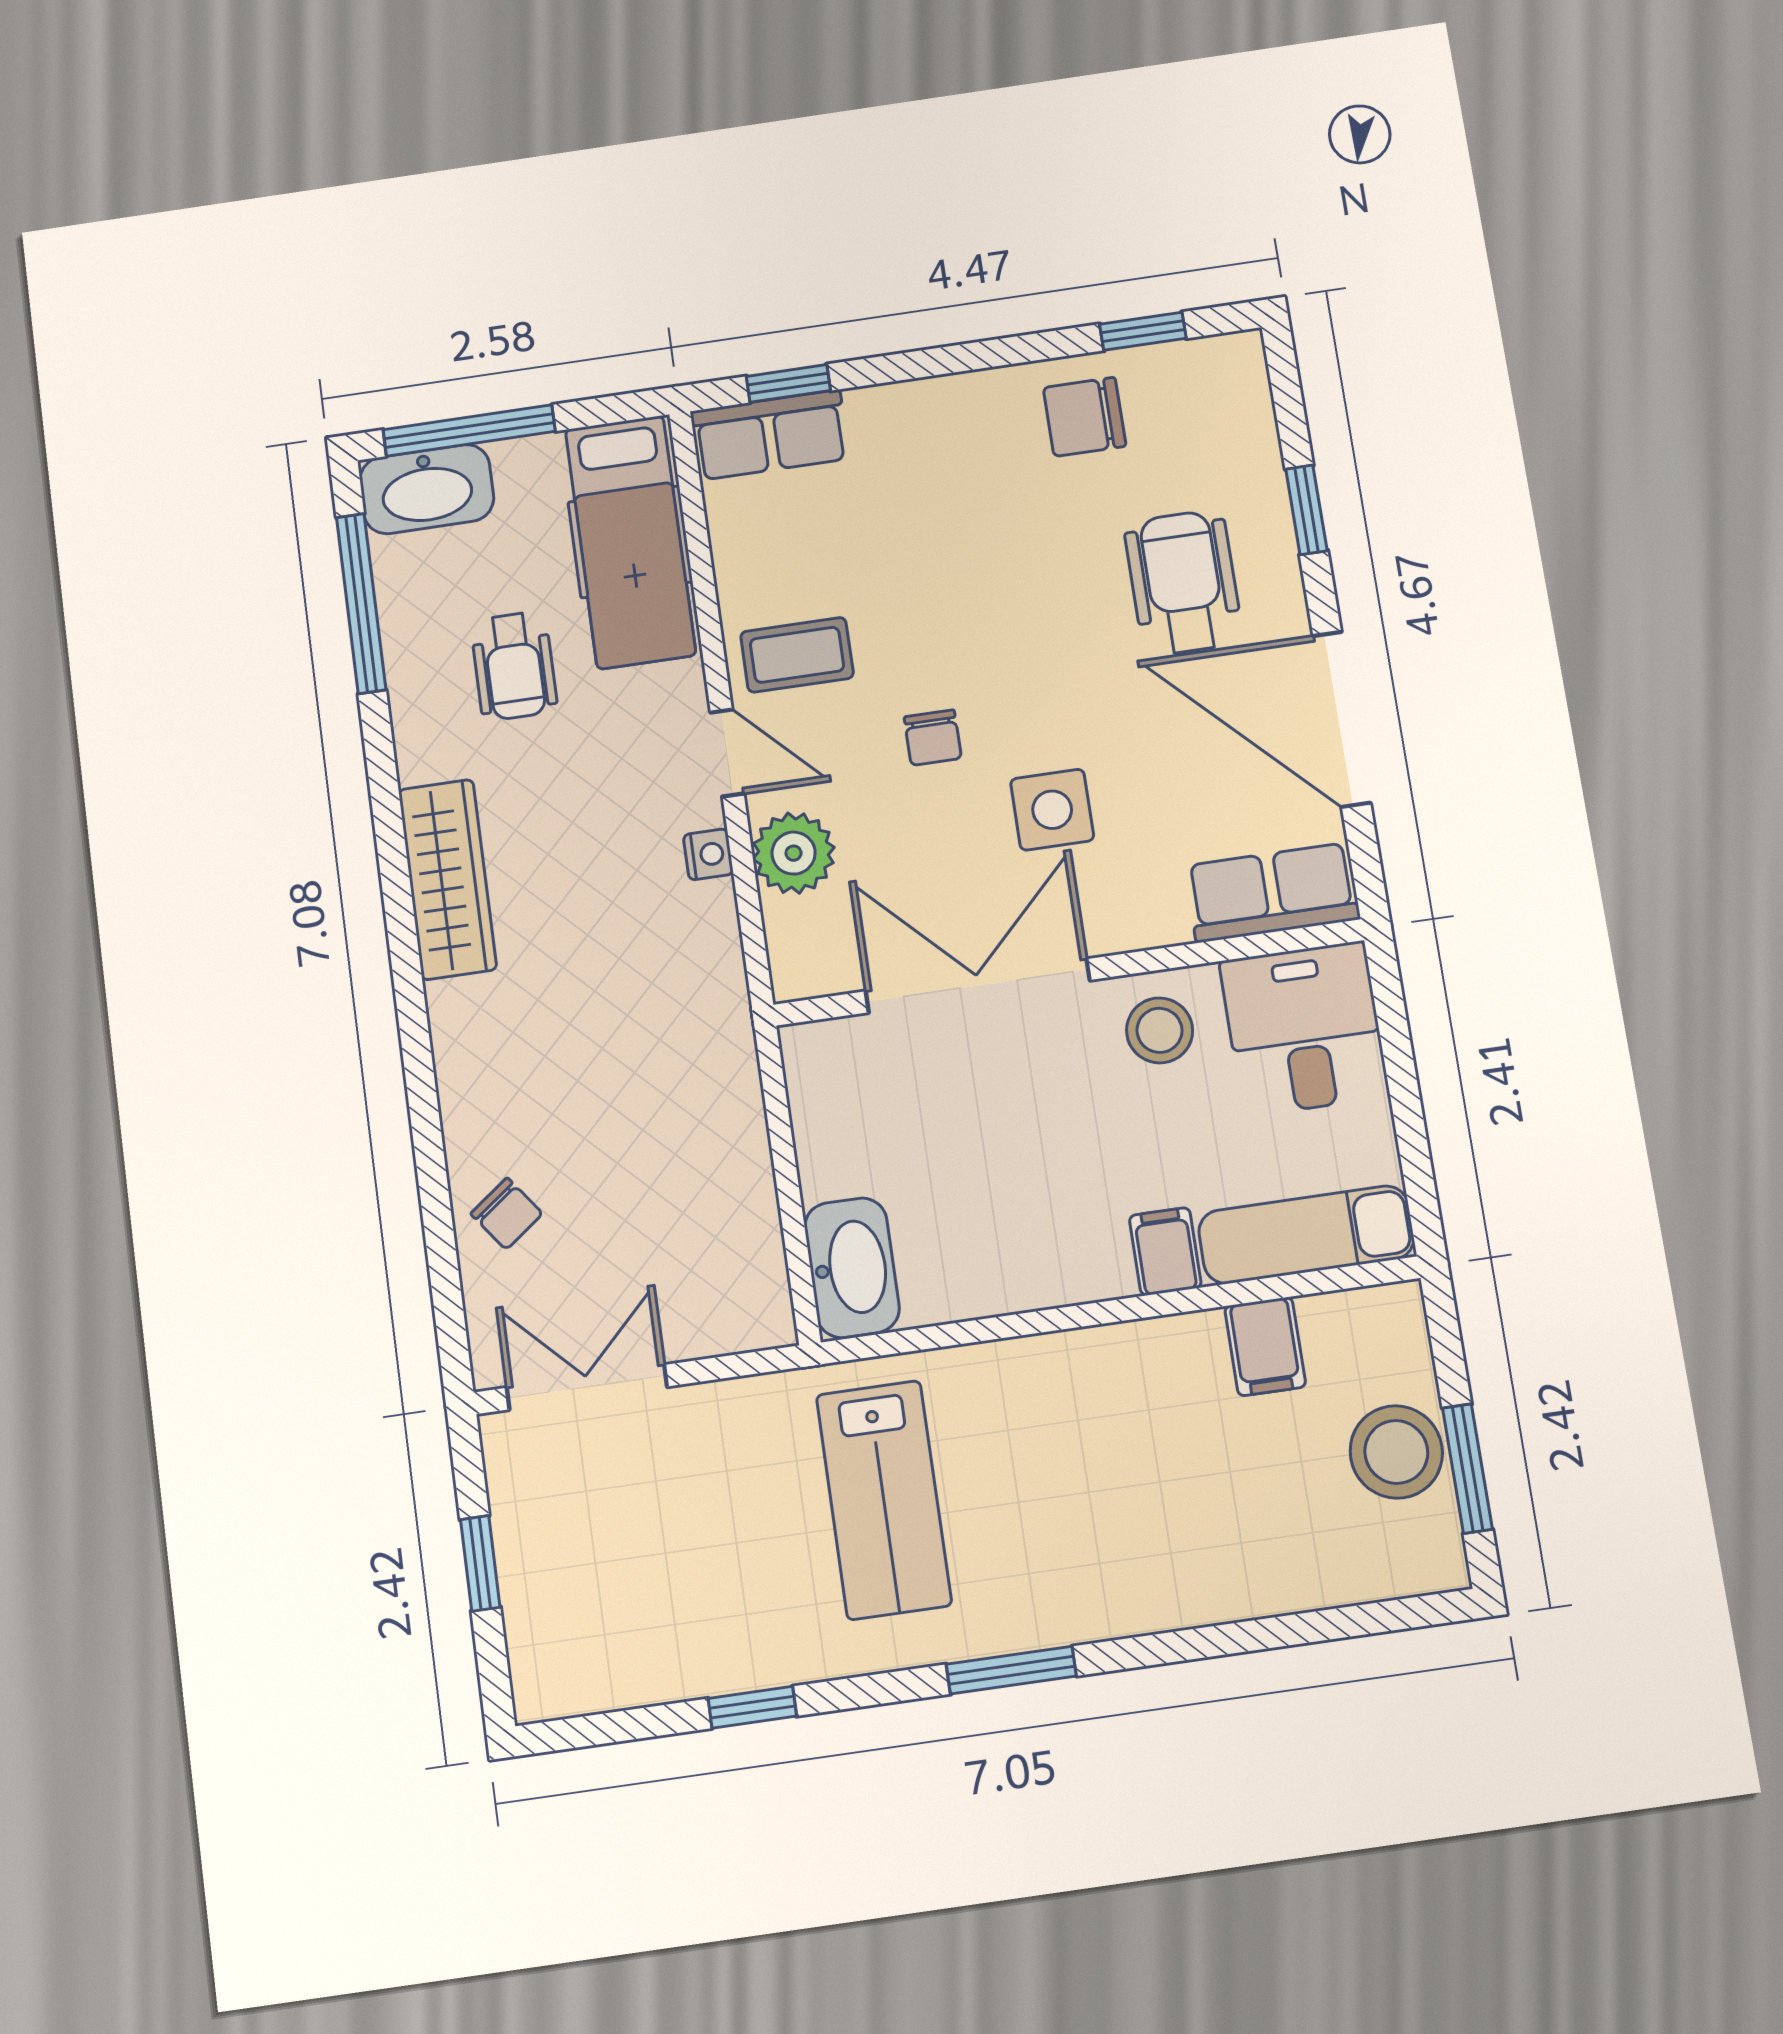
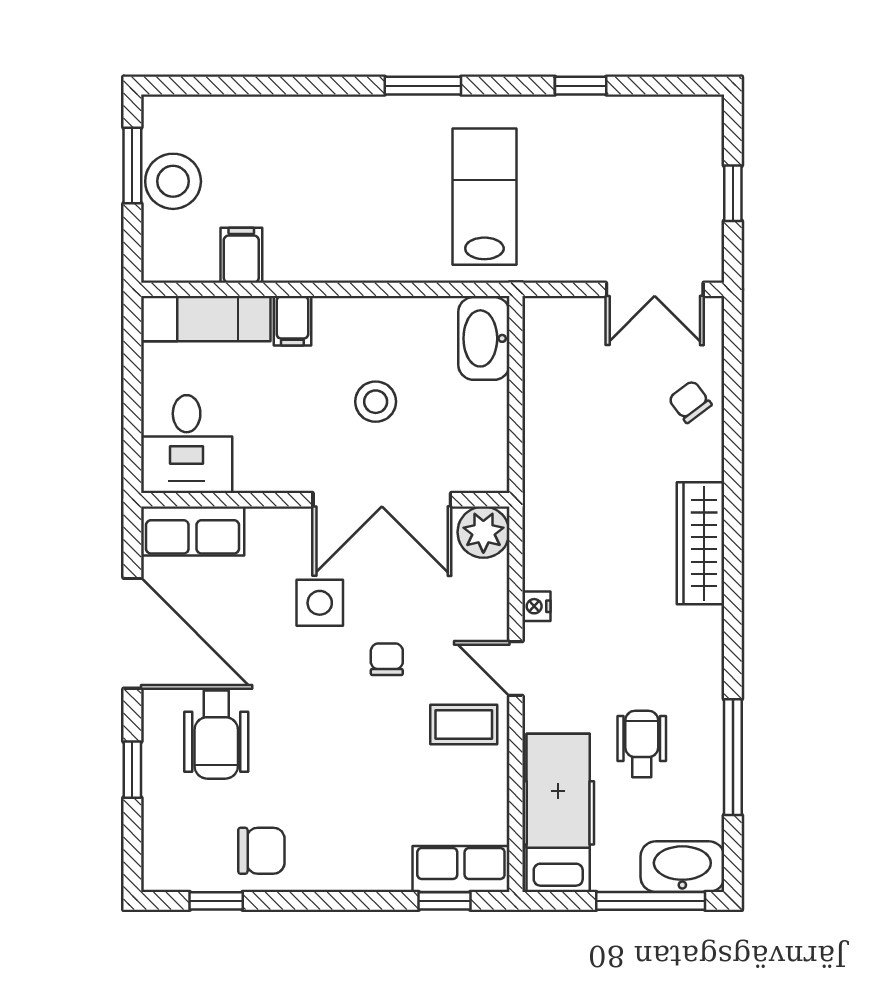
window: (361, 603) -> (733, 757), moved
plant: (794, 853) -> (483, 532), moved
wardrobe: (447, 879) -> (700, 543), moved
stool: (1160, 1030) -> (376, 402), moved

